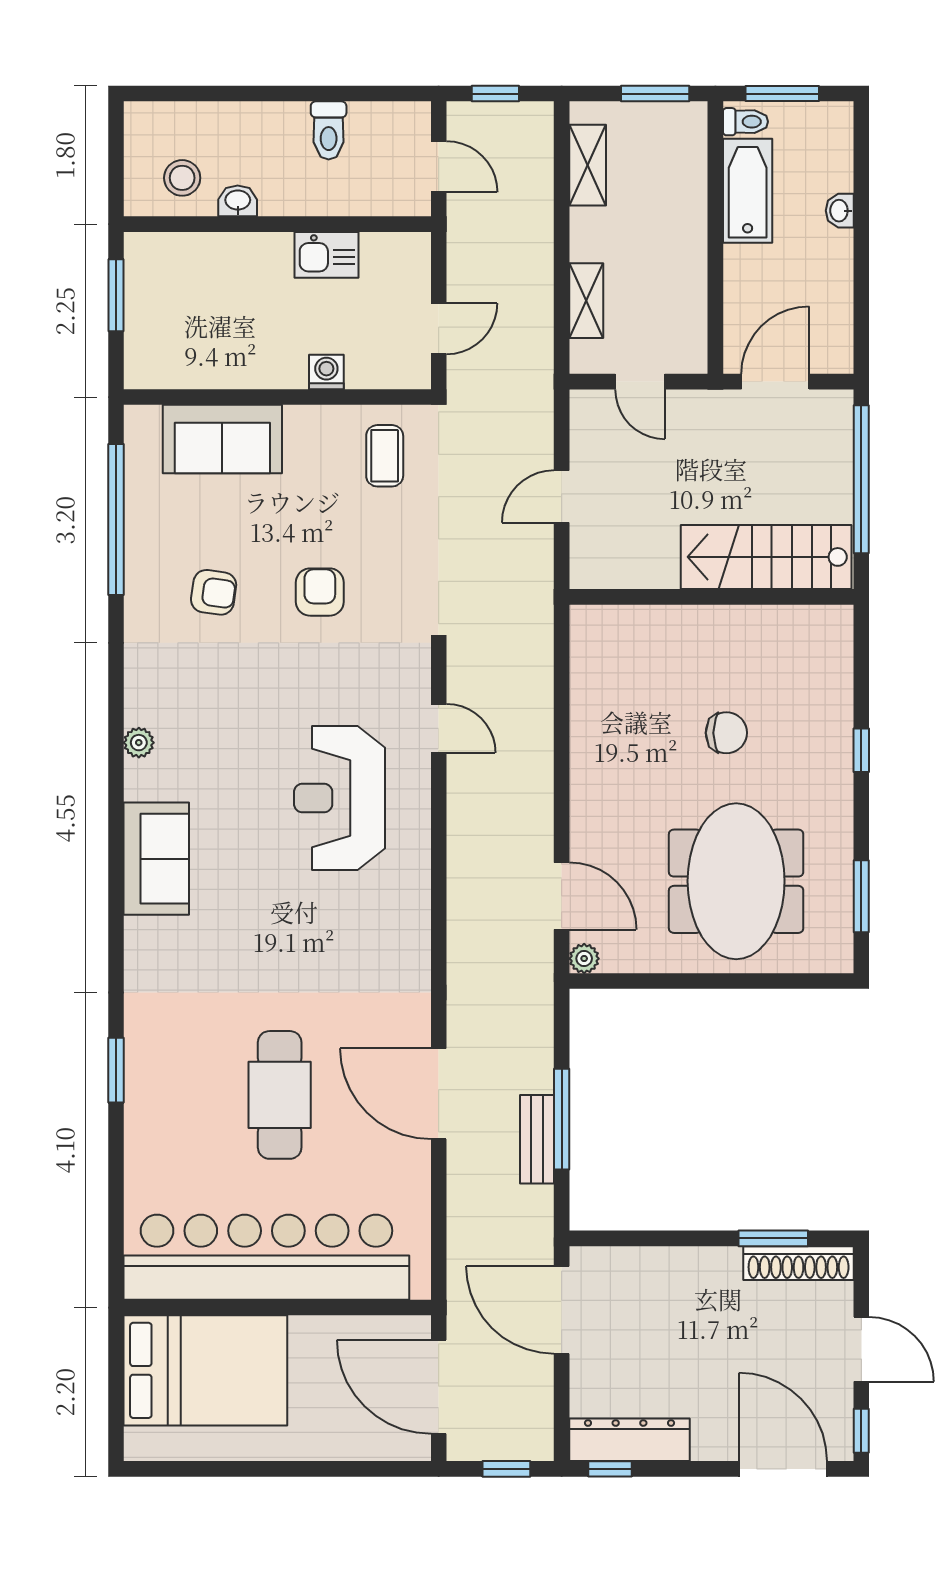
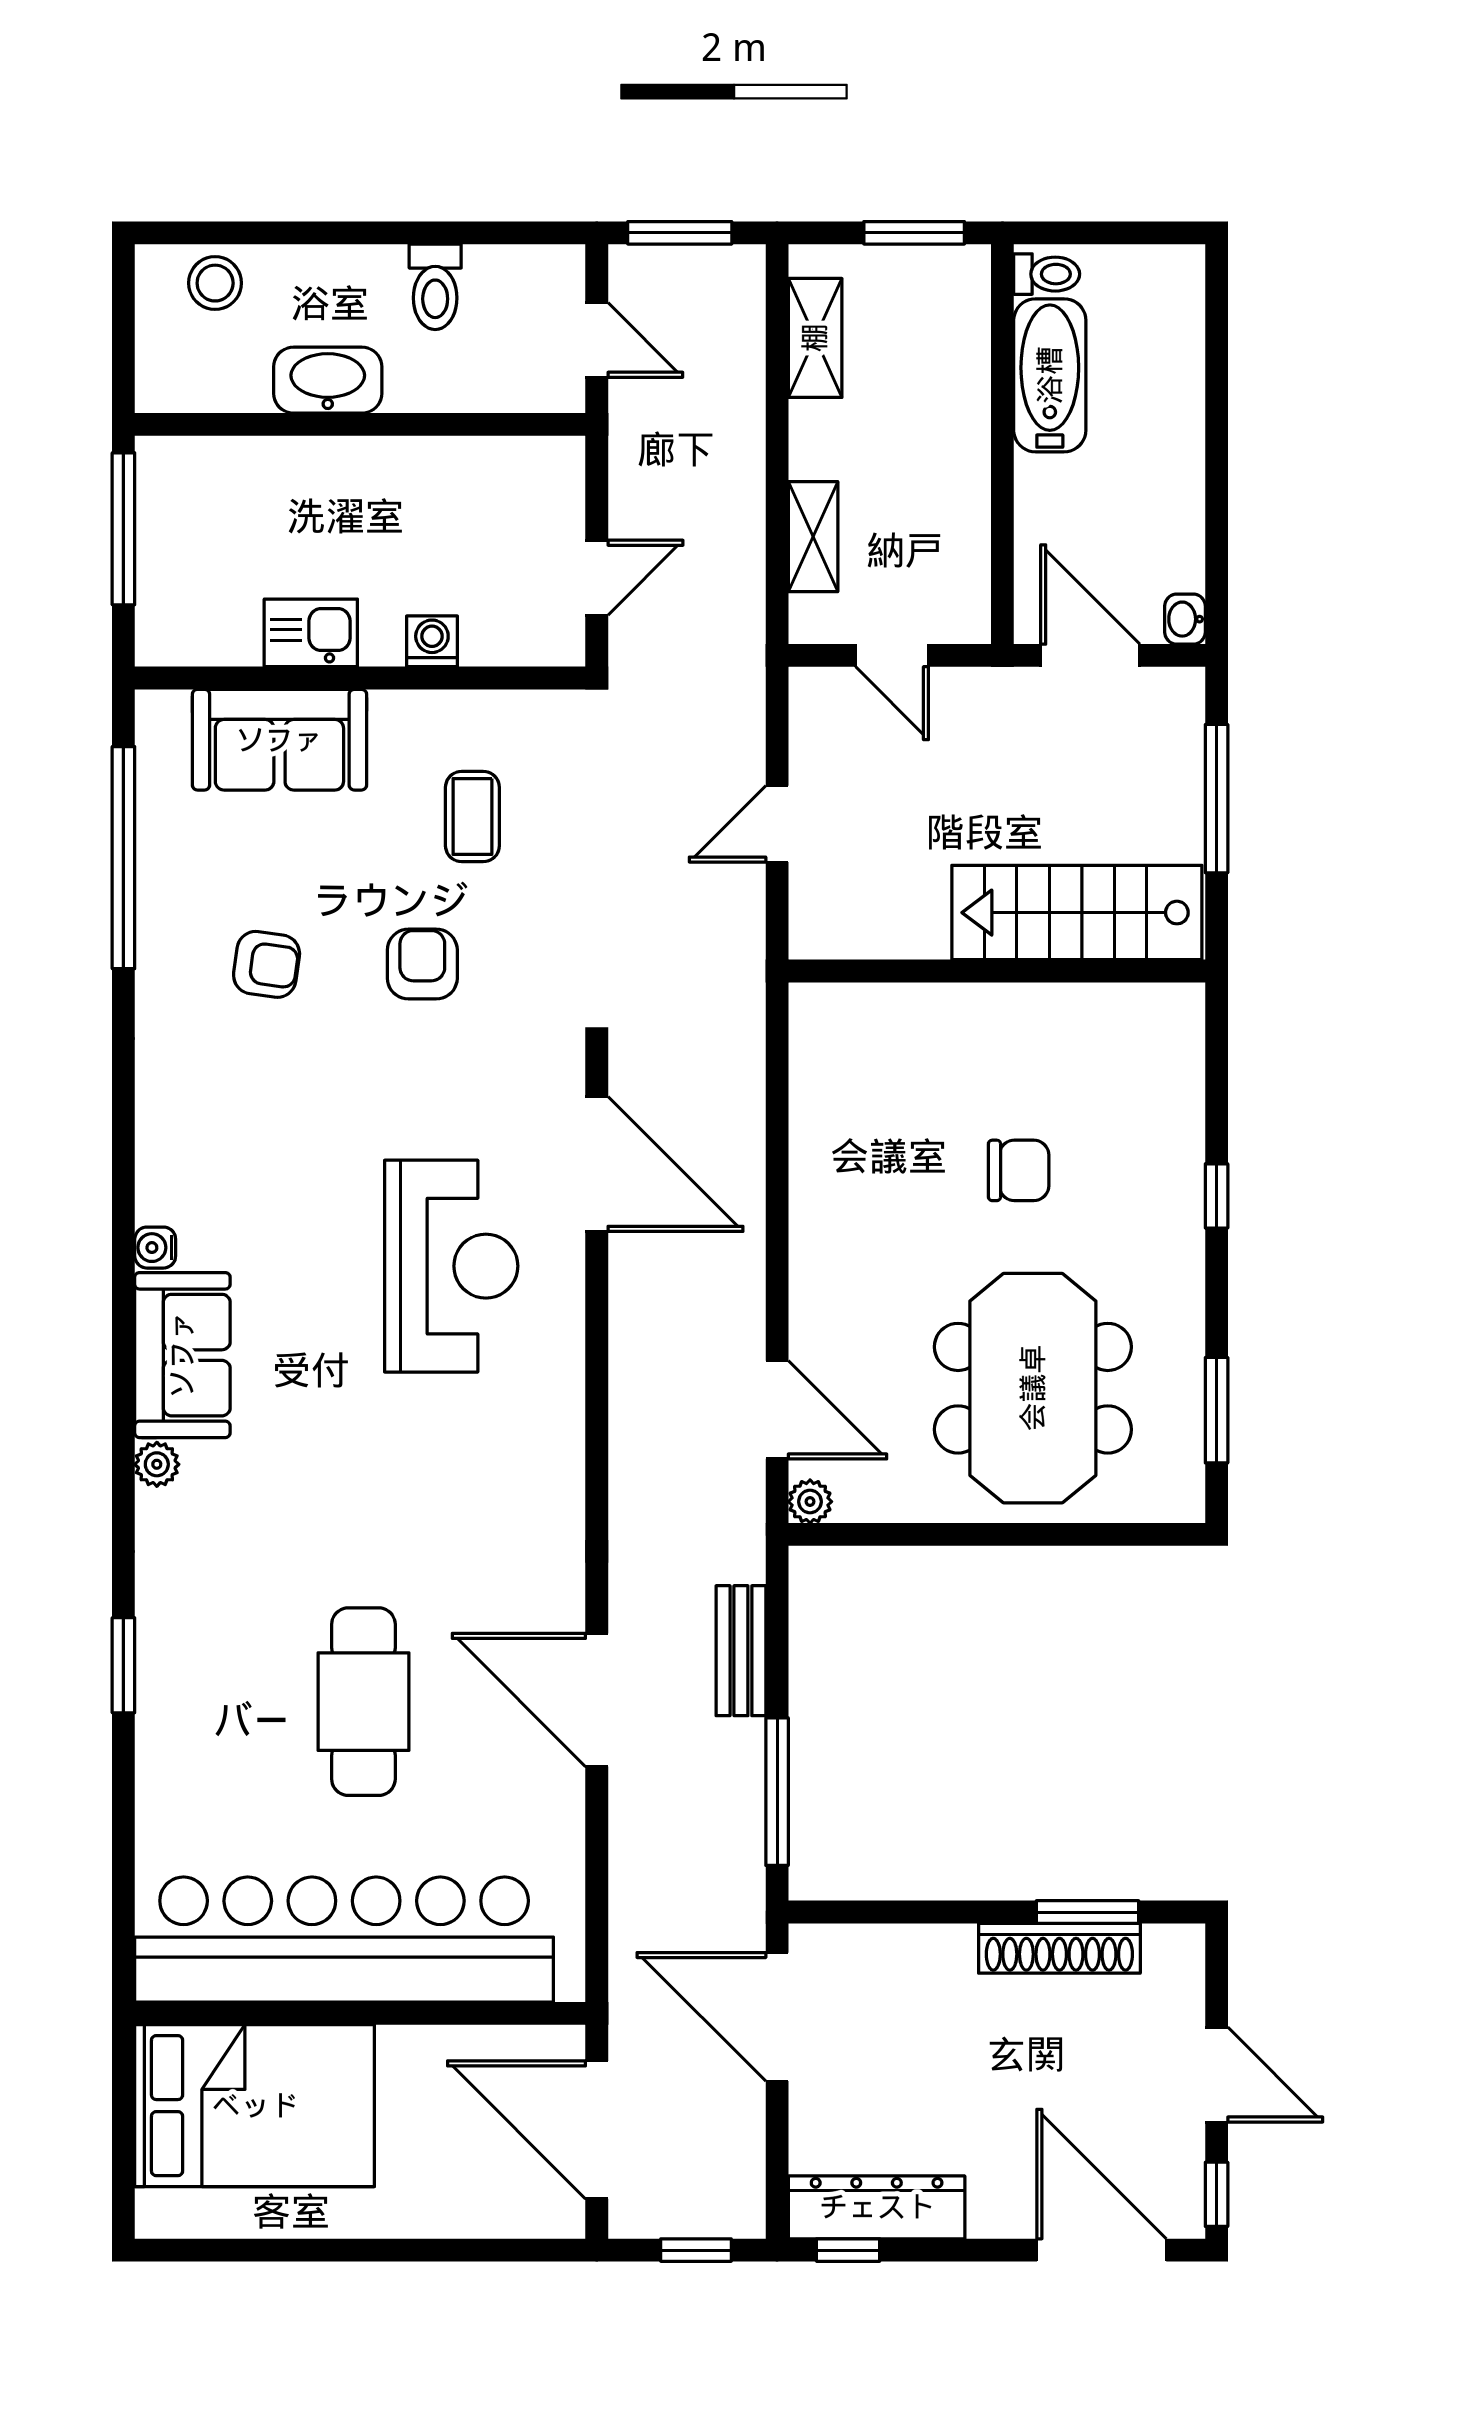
window: (495, 94) -> (680, 233), width x1.50
window: (782, 94) -> (1100, 233), removed
stool: (182, 178) -> (215, 283), moved
washbasin: (238, 201) -> (328, 380), width x1.91, depth x1.45
washbasin: (840, 211) -> (1185, 619), moved
kitchen sink: (327, 255) -> (311, 633), moved, turned 180
window: (116, 295) -> (123, 529), width x1.44
door: (775, 382) -> (1090, 655), hinge flipped
coffee table: (385, 456) -> (472, 817), moved
window: (861, 479) -> (1217, 799), width x0.68
door: (439, 728) -> (597, 1164), width x1.87
plant: (139, 743) -> (157, 1464), moved
water cooler: (138, 785) -> (155, 1248), added
reception desk: (340, 798) -> (451, 1266), turned 180
window: (562, 1119) -> (777, 1792), moved
bench: (537, 1139) -> (741, 1651), moved
shoe rack: (799, 1263) -> (1059, 1948), moved

